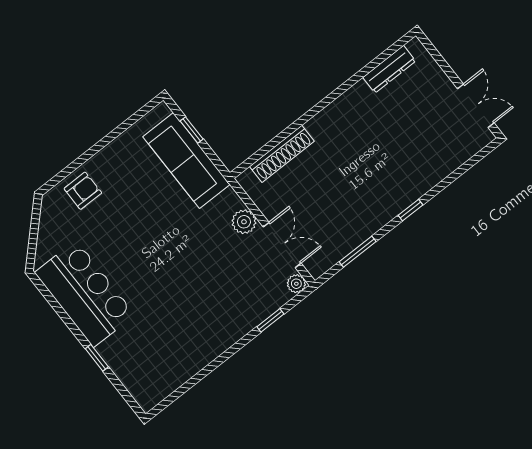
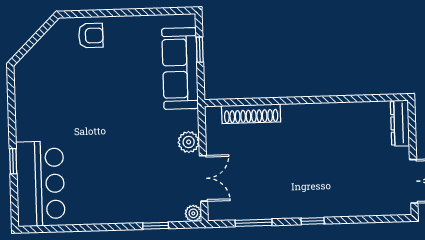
dresser: (389, 69) -> (400, 123), moved, turned 90
bar counter: (85, 294) -> (40, 184), moved

